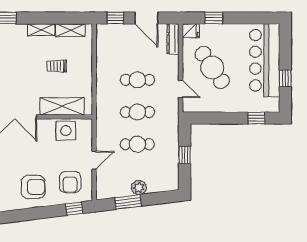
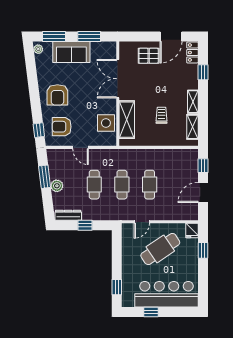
dresser: (173, 39) -> (68, 215), moved

